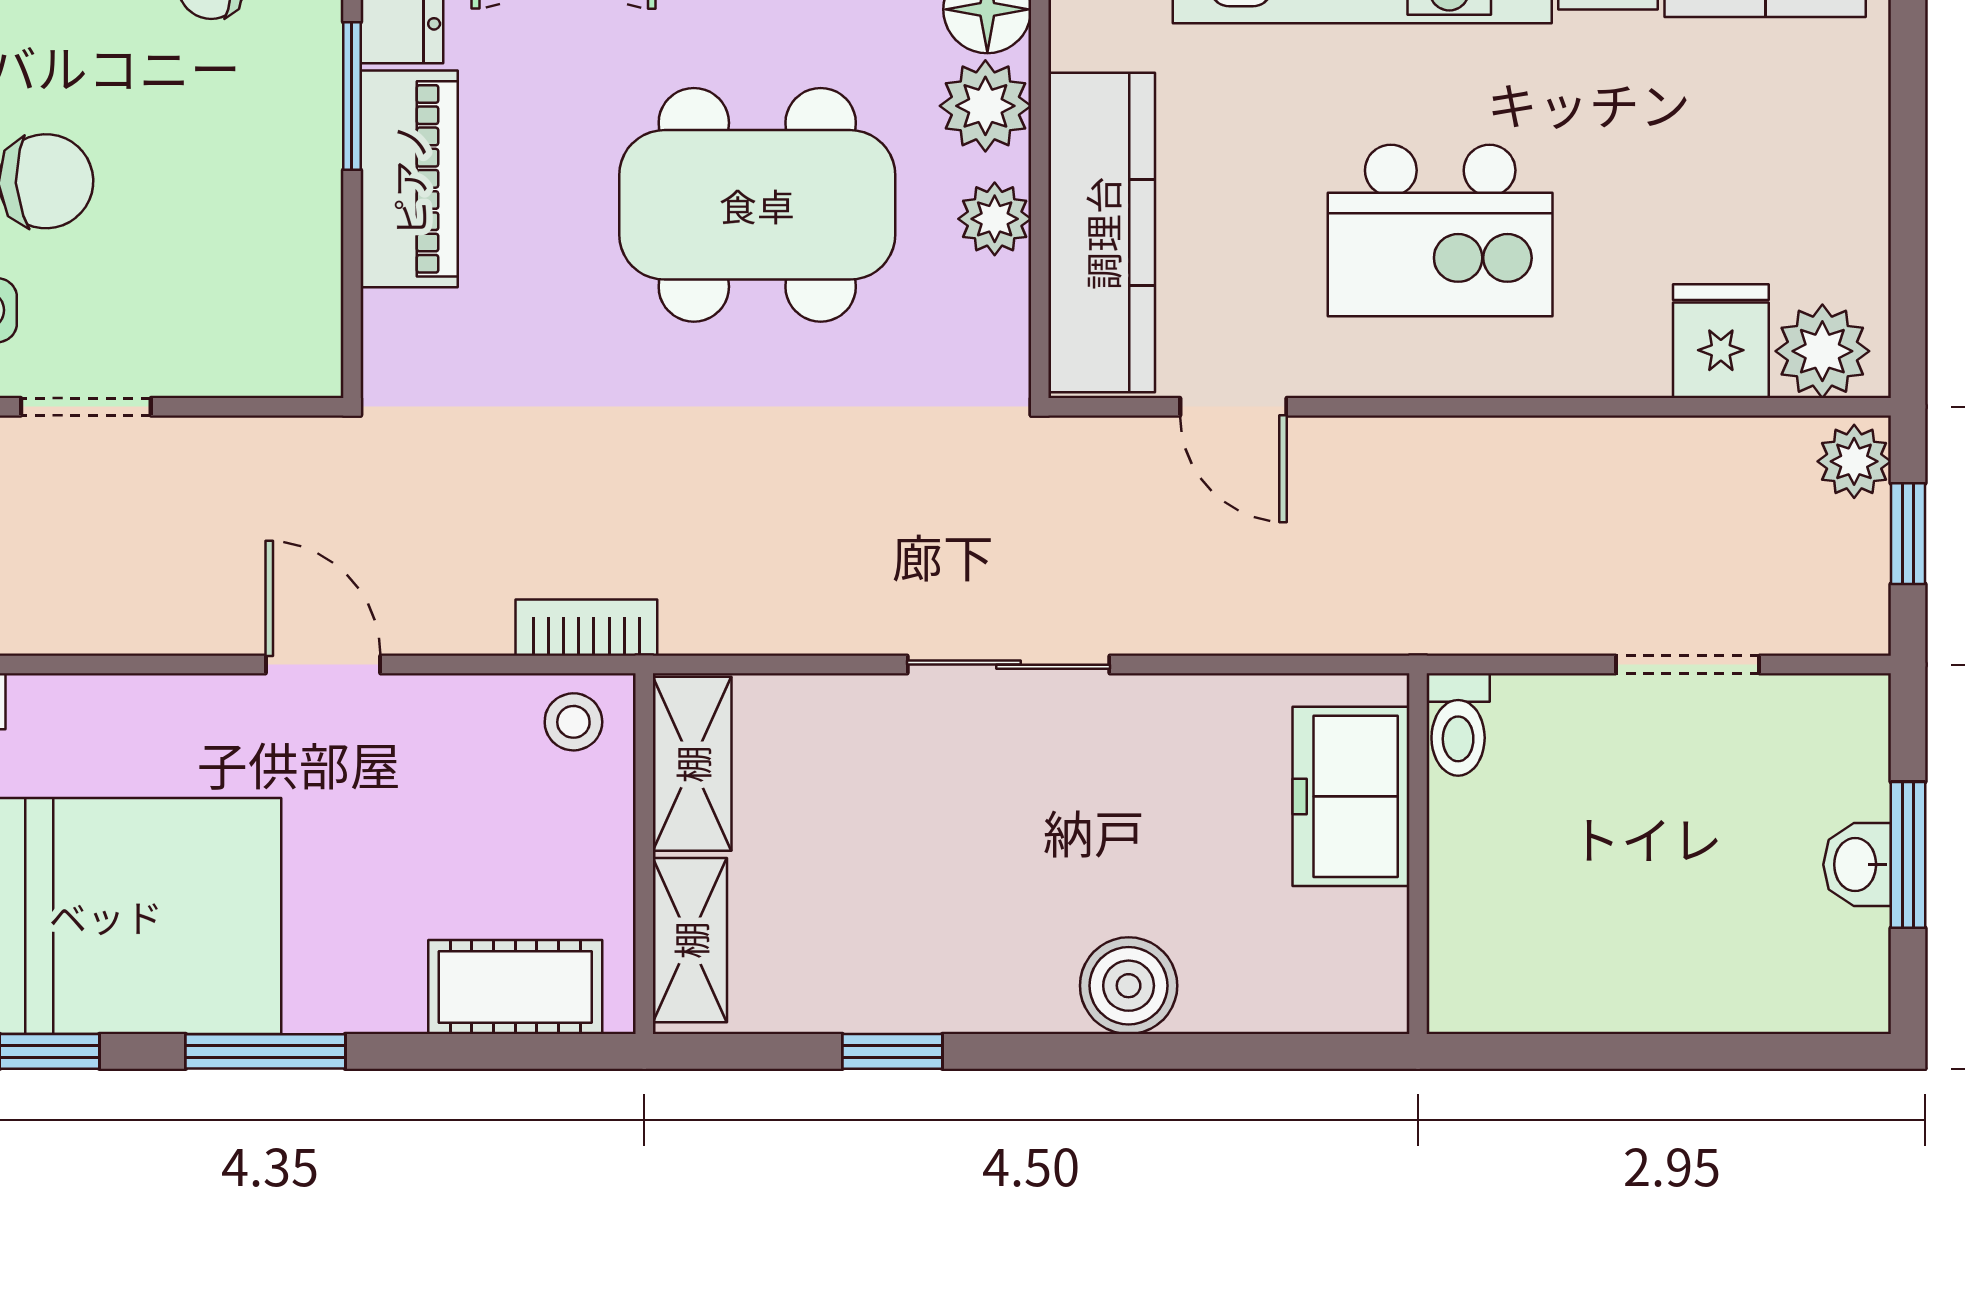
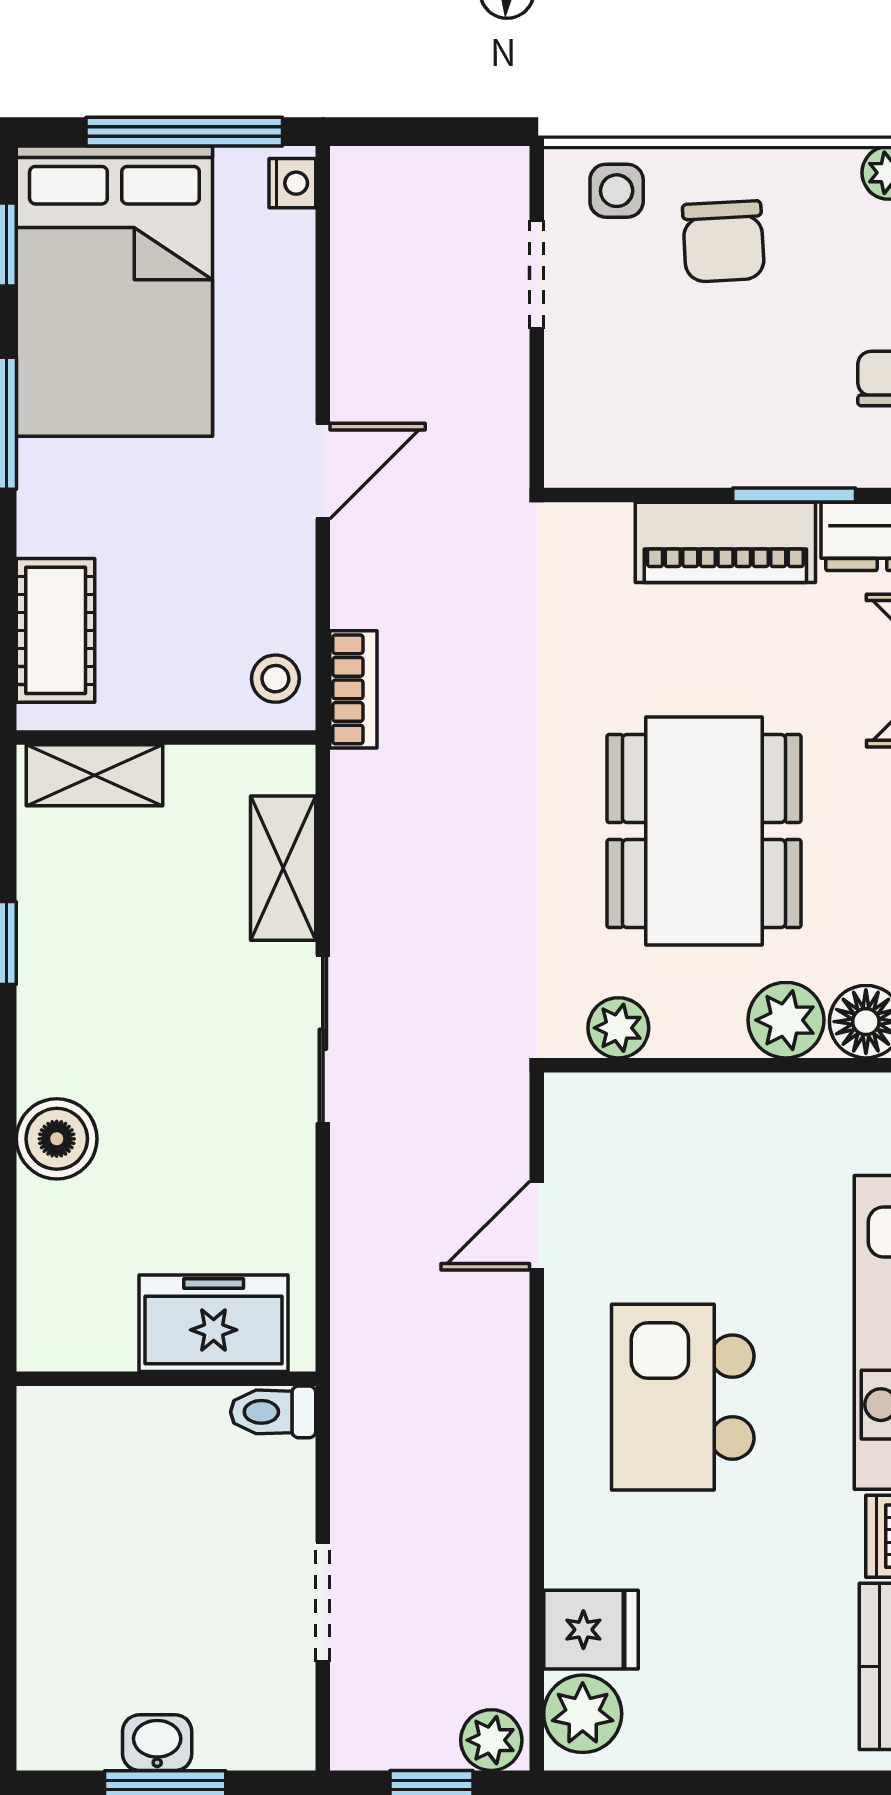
plant: (995, 219) -> (618, 1028), moved
kitchen counter: (1102, 233) -> (681, 1116), removed
shelving: (692, 764) -> (283, 868), moved, turned 90

